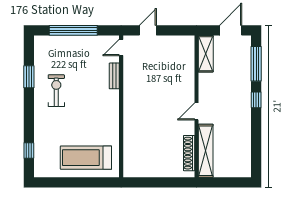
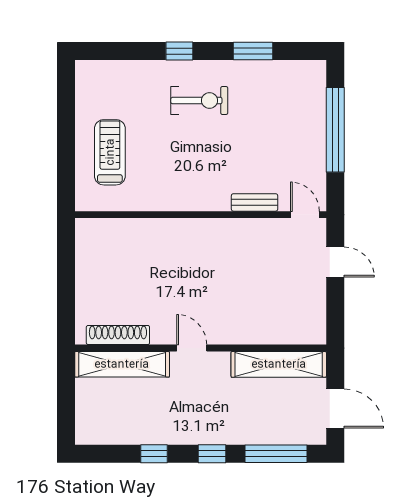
shelving: (206, 54) -> (279, 364), width x1.47
exercise bike: (56, 91) -> (199, 101), moved
window: (256, 133) -> (154, 454), added
window: (29, 151) -> (179, 51), moved
treadmill: (86, 158) -> (110, 152), width x0.73, depth x0.73

